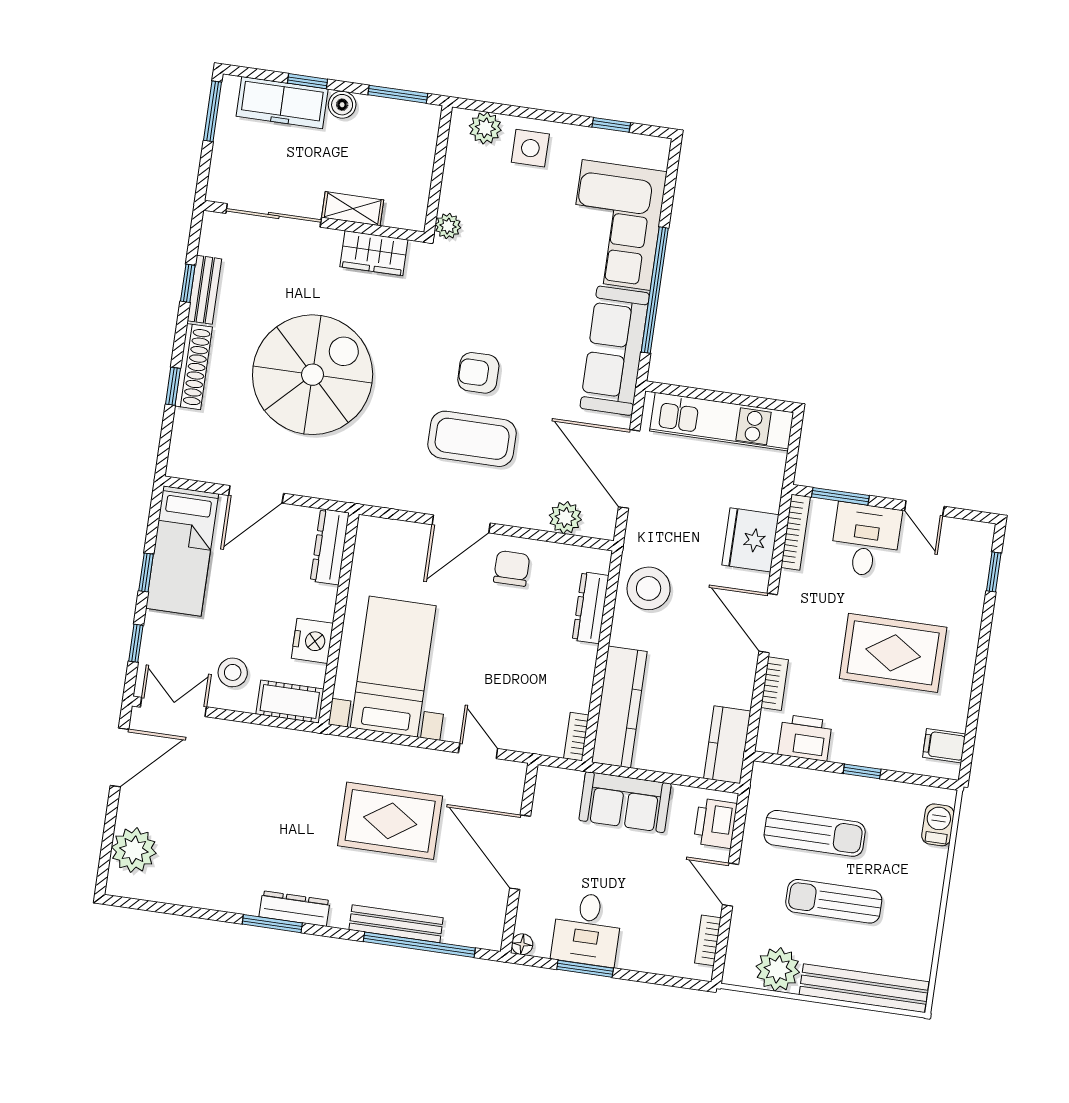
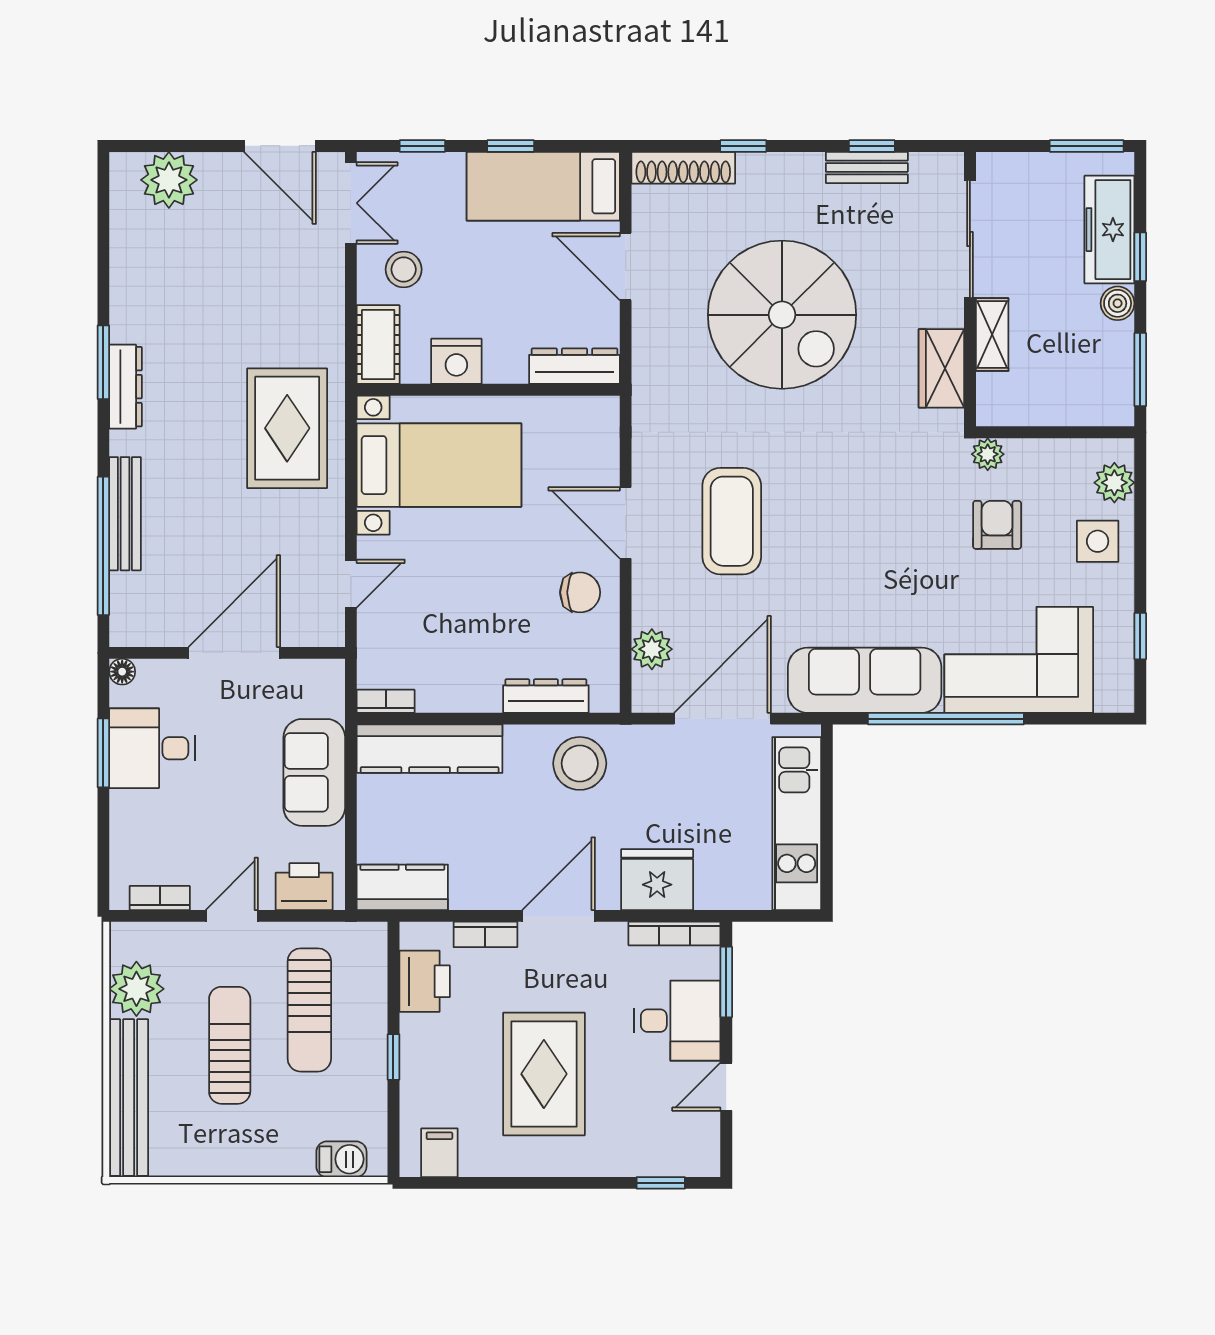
shoe rack: (194, 367) -> (683, 168), moved
armchair: (478, 373) -> (997, 525), moved
rug: (390, 821) -> (287, 428), moved

